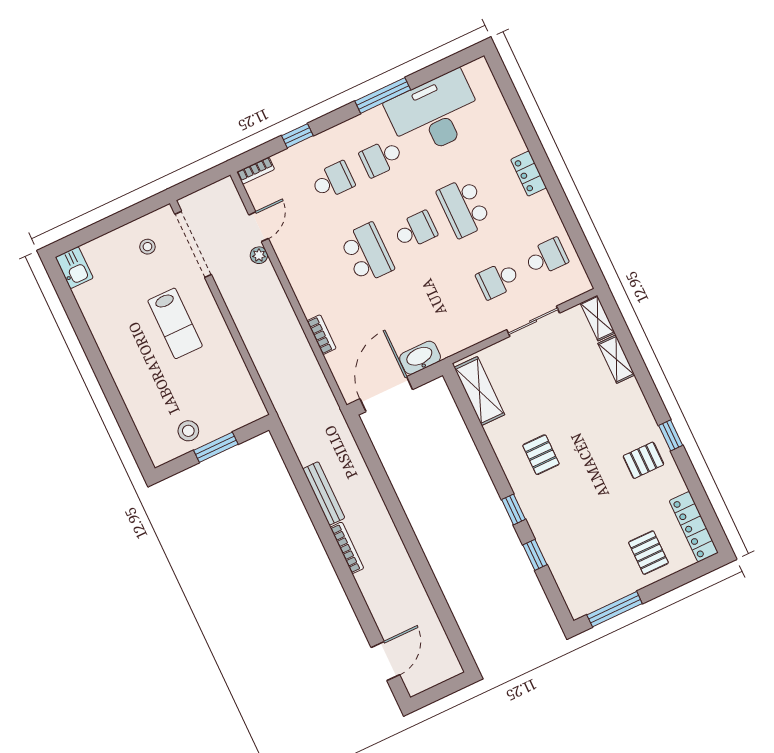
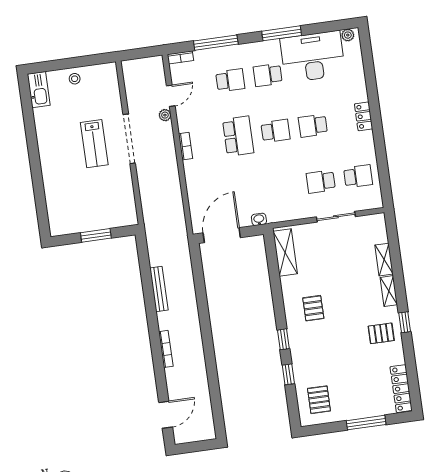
plant: (473, 70) -> (348, 35), added
window: (297, 136) -> (216, 43), width x2.17
school desk: (464, 207) -> (313, 126), width x0.54
doorway: (193, 244) -> (129, 139), moved
stool: (147, 247) -> (75, 79), moved
kitchen sink: (74, 268) -> (39, 90), width x1.38
shelving: (598, 318) -> (389, 291), moved
bookcase: (321, 335) -> (186, 146), moved
washbasin: (420, 358) -> (259, 219), width x0.52, depth x0.69
stool: (188, 431) -> (81, 219), removed
bookcase: (347, 548) -> (166, 349), moved
pallet: (648, 553) -> (319, 400), moved
window: (615, 609) -> (366, 423), moved

